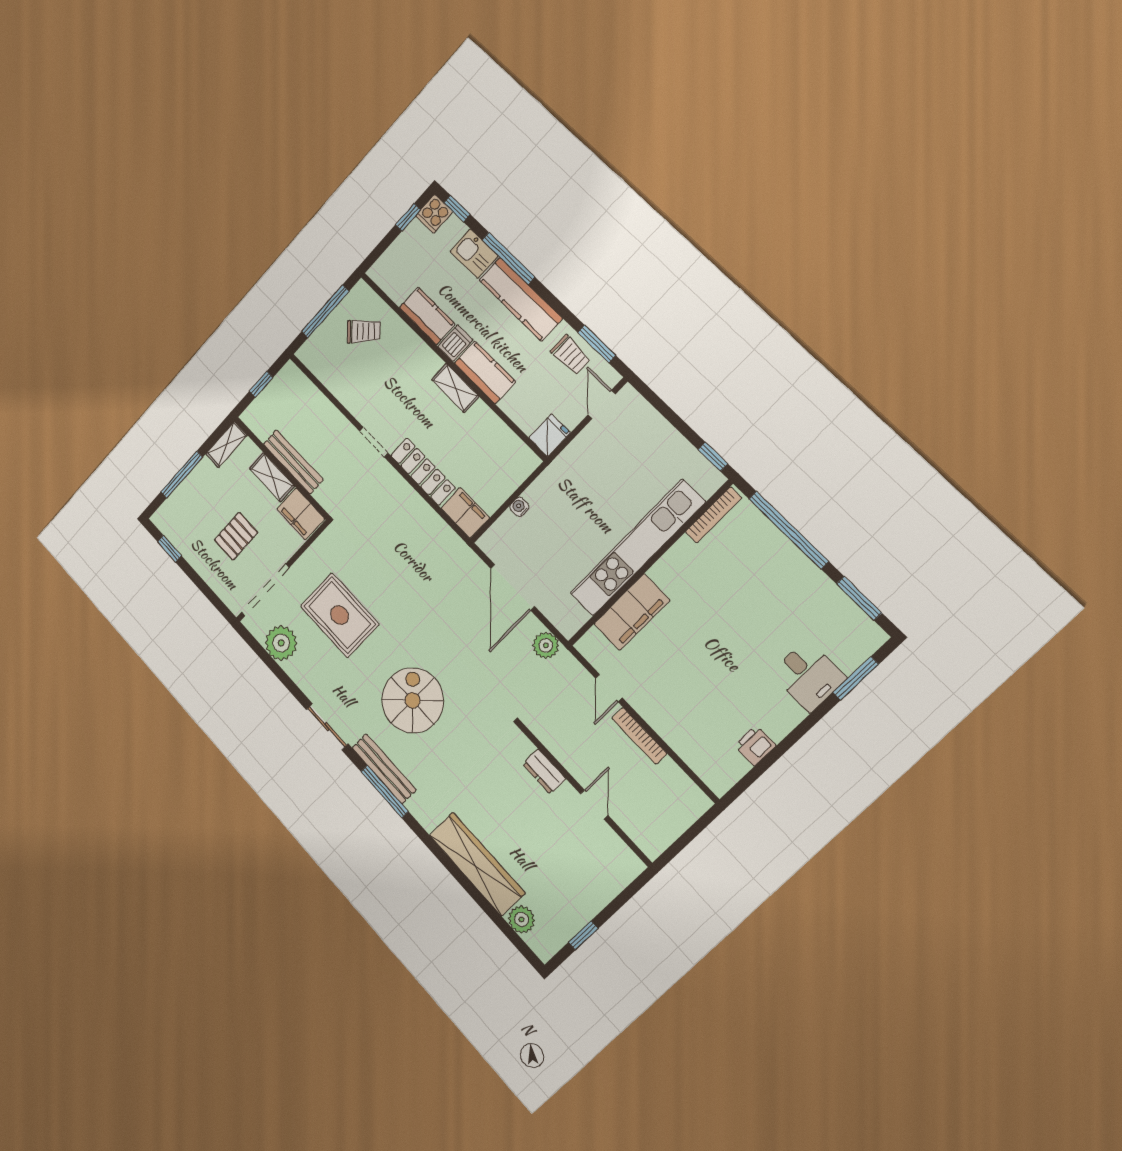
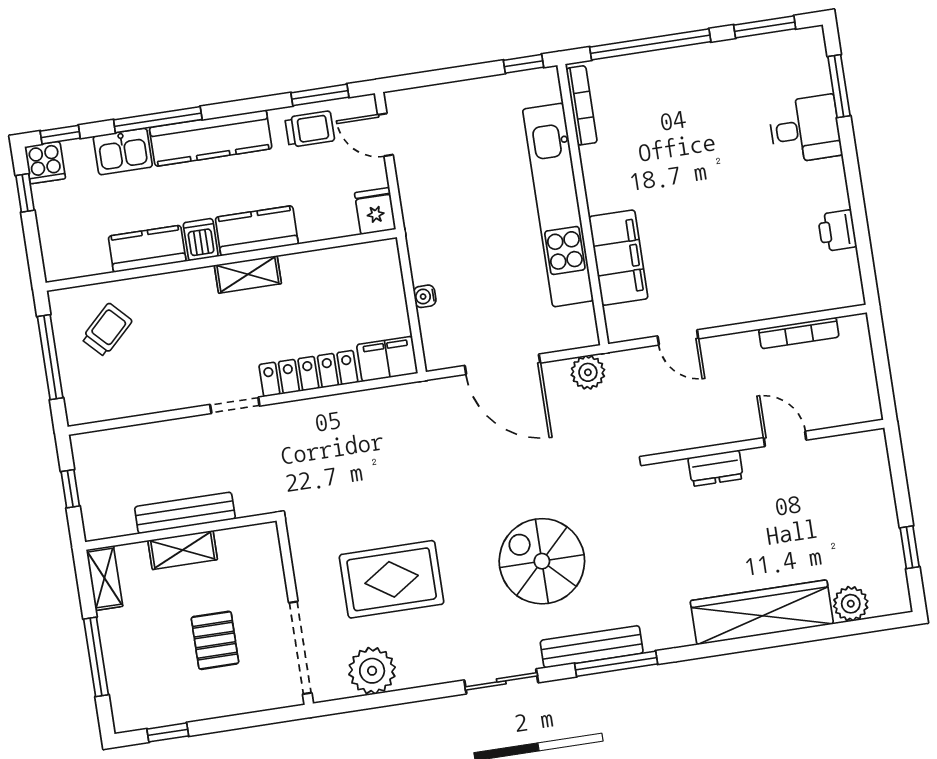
filing cabinet: (301, 514) -> (248, 545), removed
bookcase: (639, 736) -> (799, 333), moved

